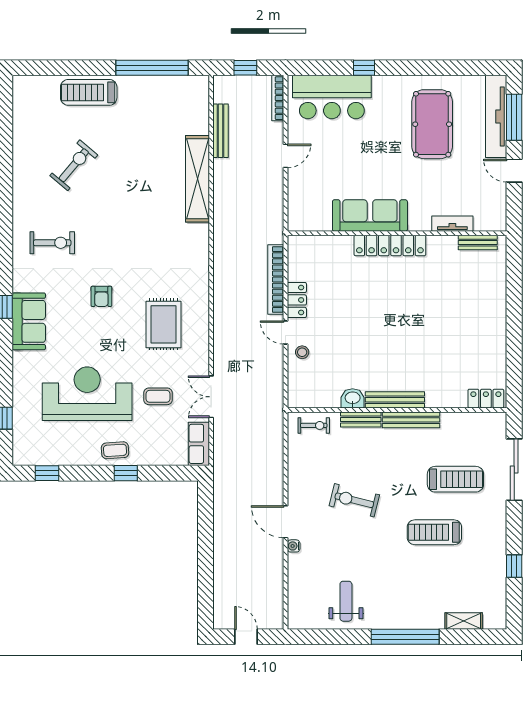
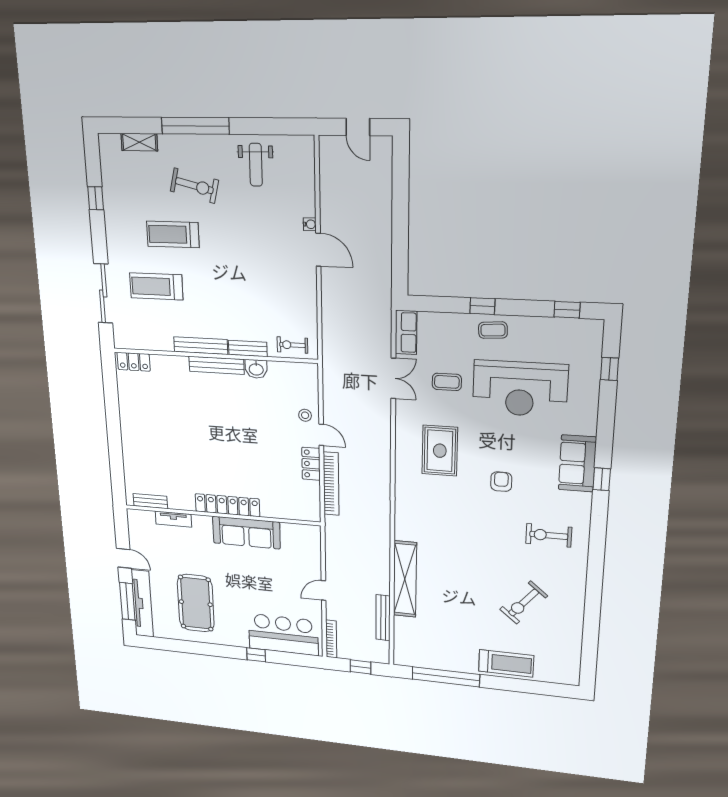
exercise bike: (354, 500) -> (194, 186), moved
treadmill: (434, 532) -> (173, 234), turned 180

